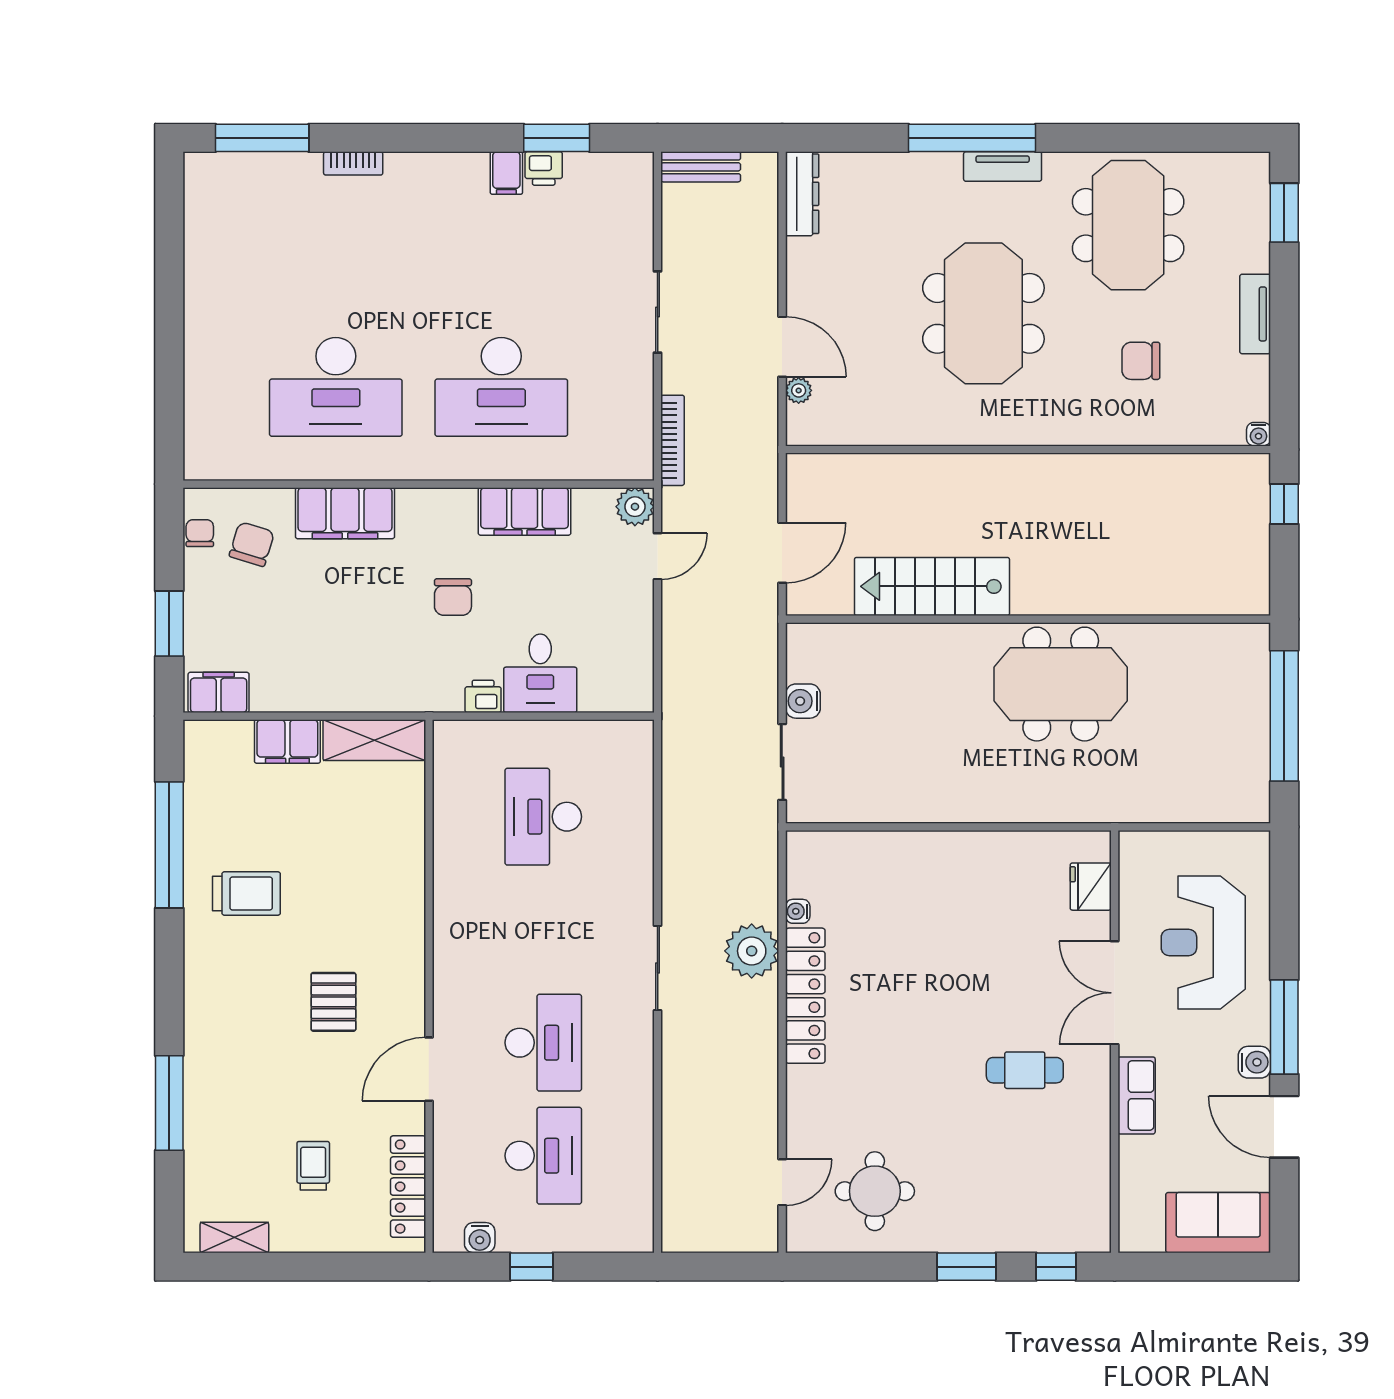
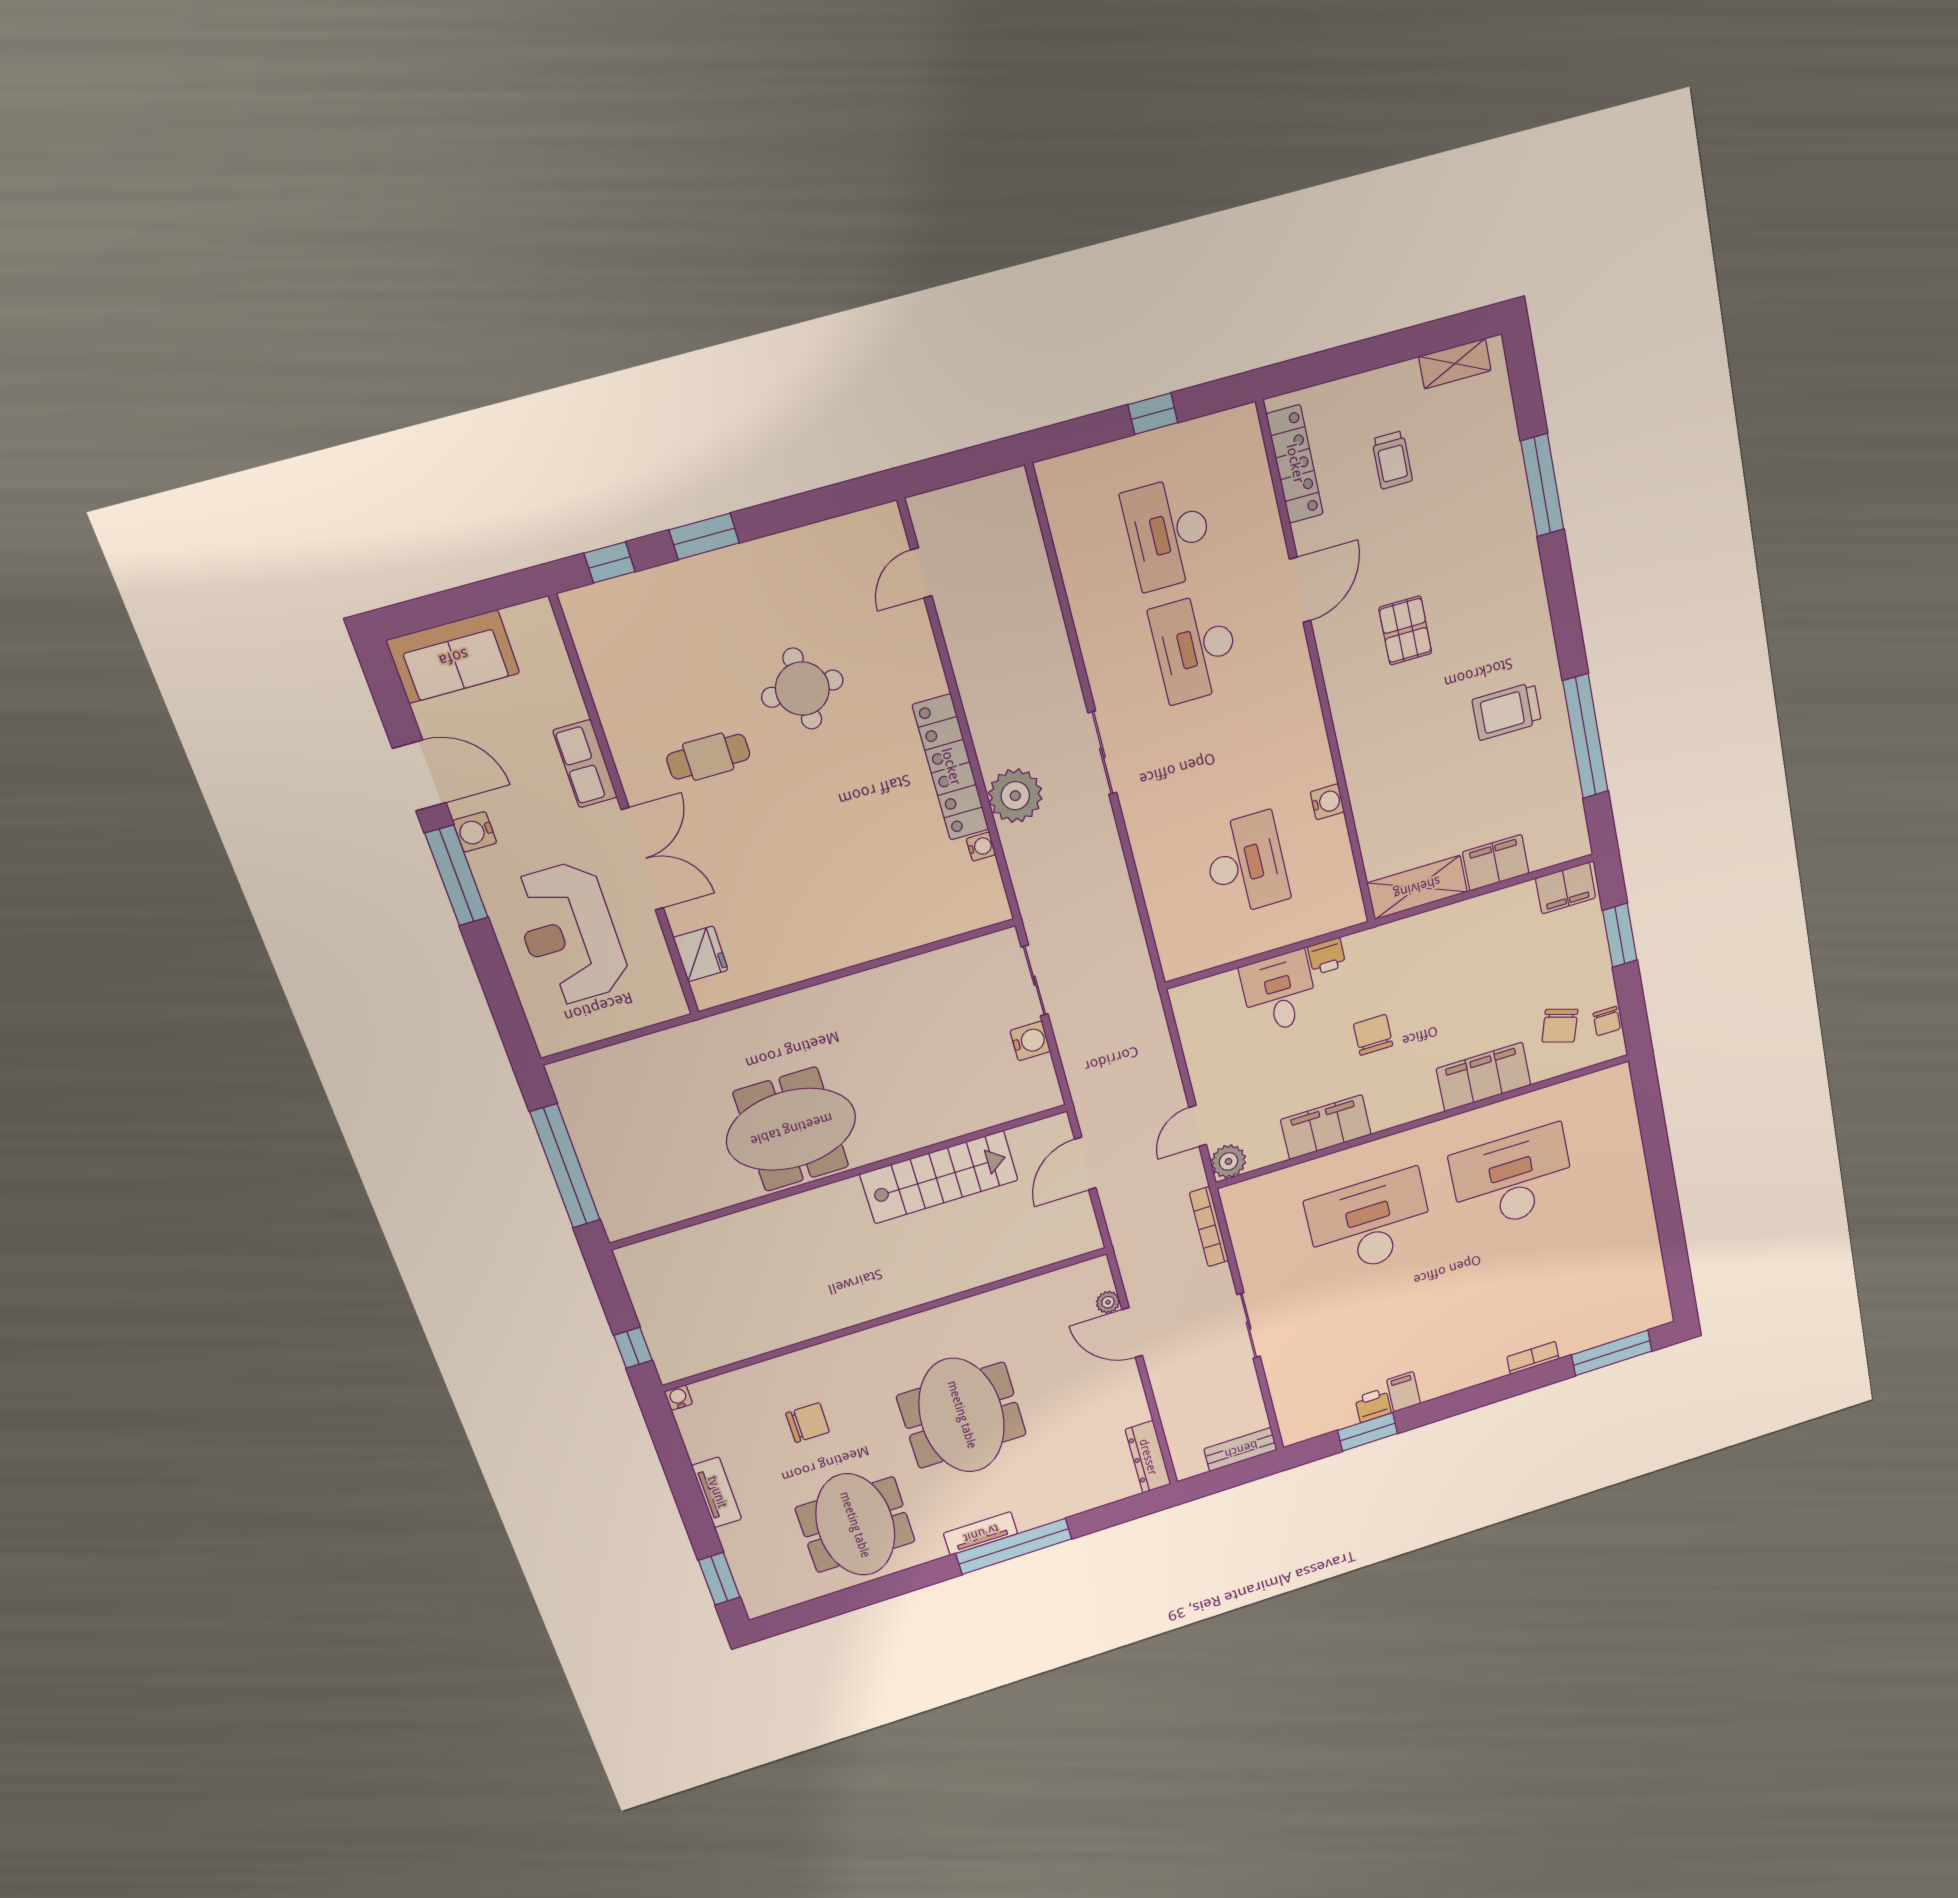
reception desk: (1203, 943) -> (569, 934), turned 180
round table: (875, 1191) -> (802, 689), moved
water cooler: (480, 1238) -> (1327, 802), moved, turned 90

